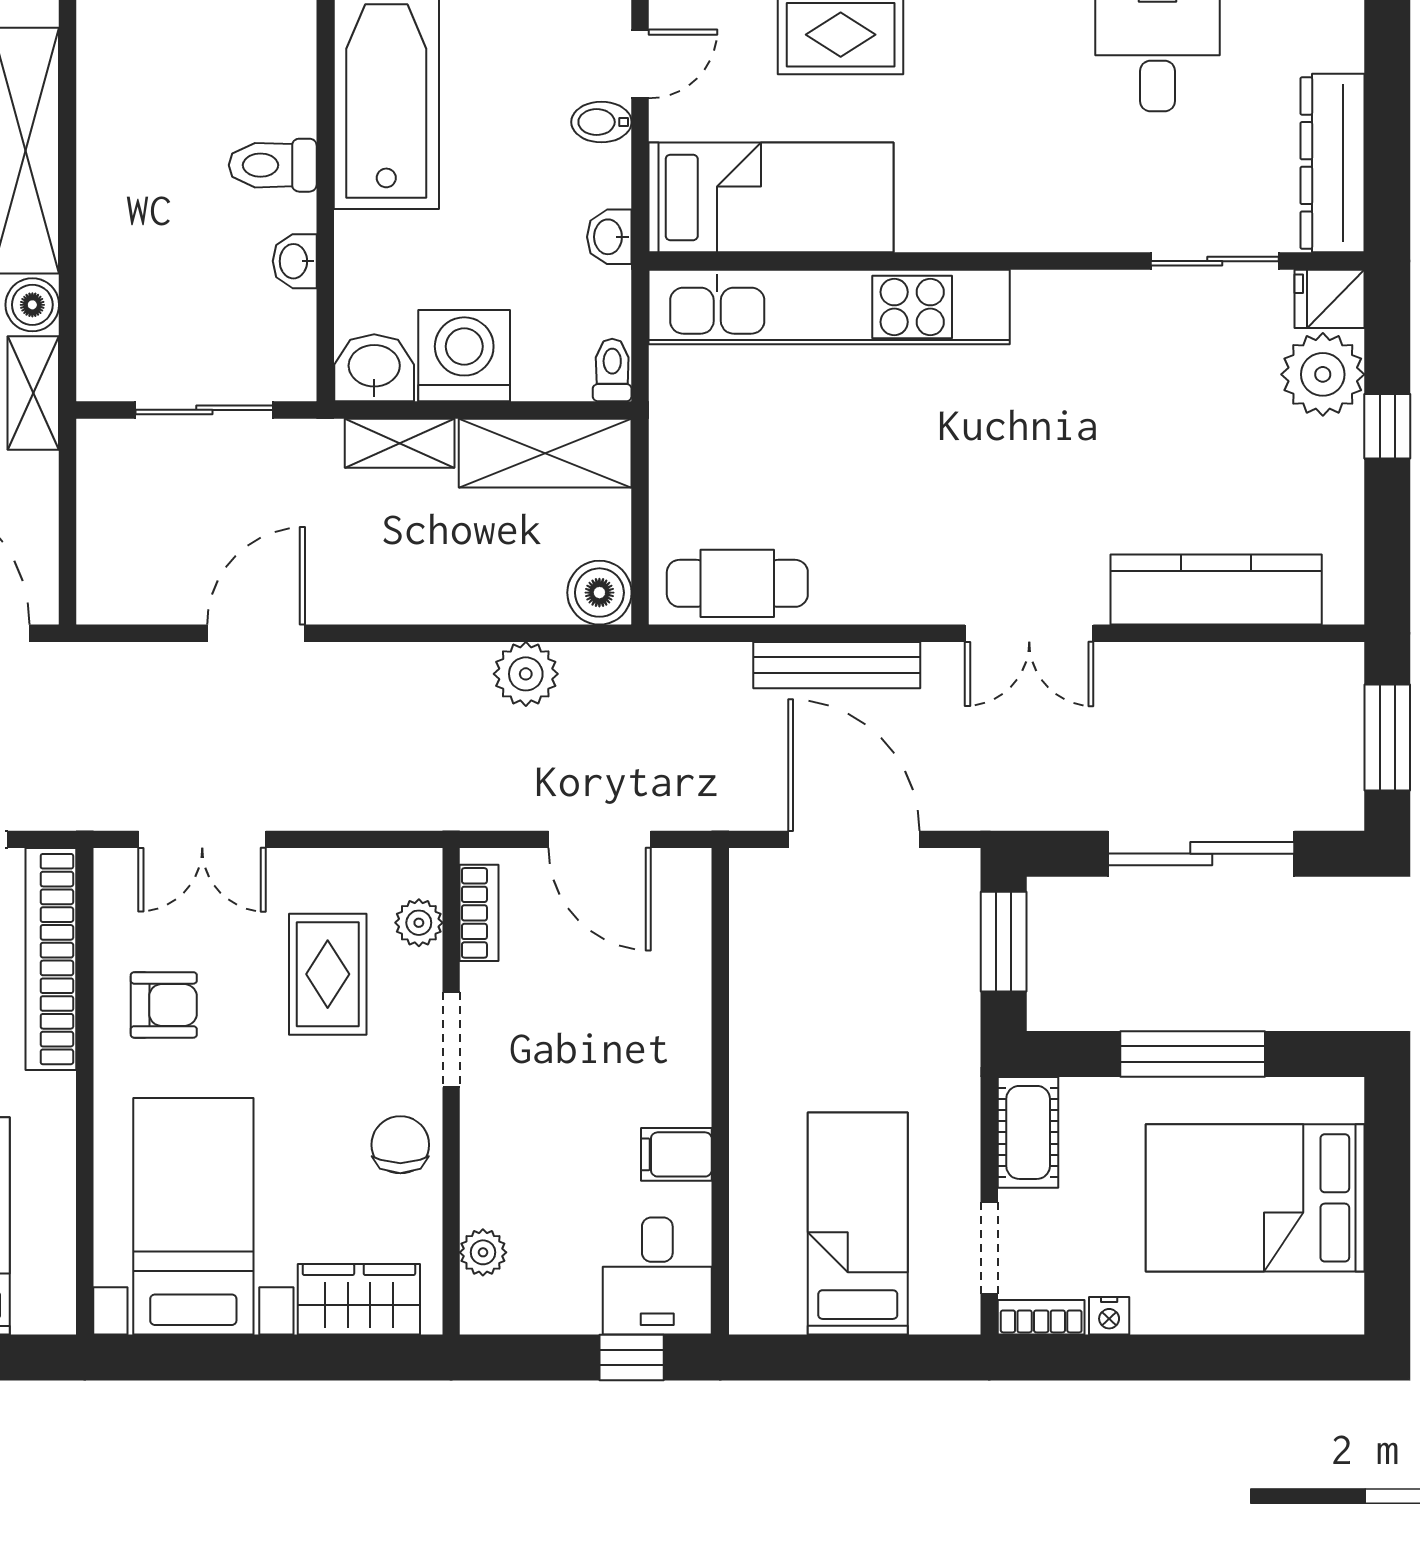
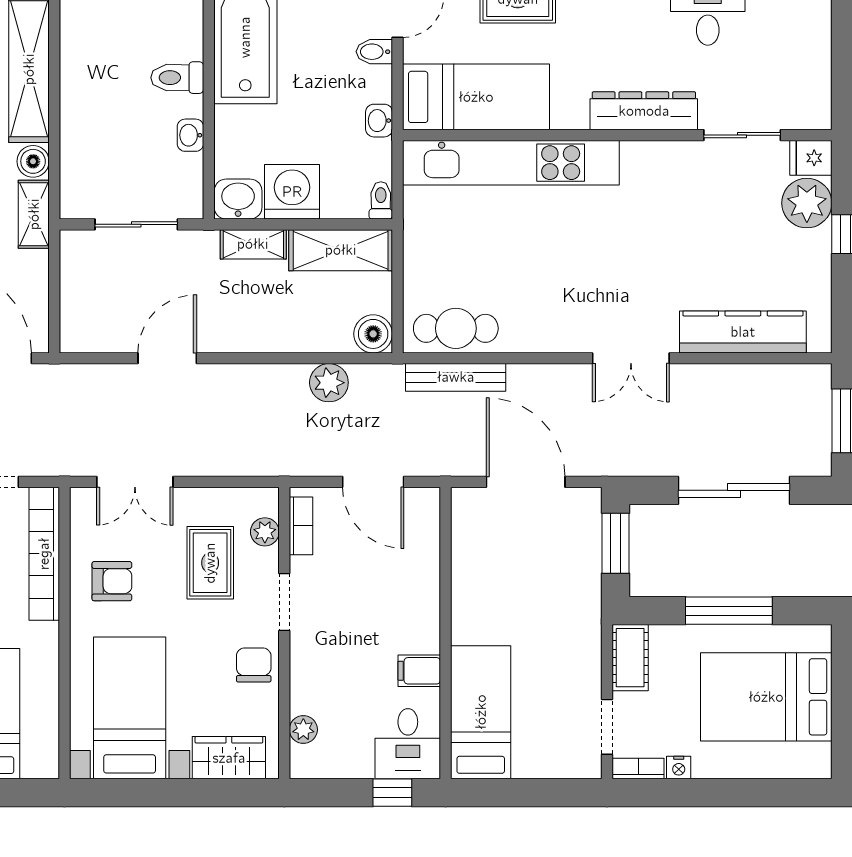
dresser: (1332, 163) -> (644, 111), moved, turned 90
bench: (837, 665) -> (456, 377), moved
bed: (858, 1224) -> (481, 712), moved

